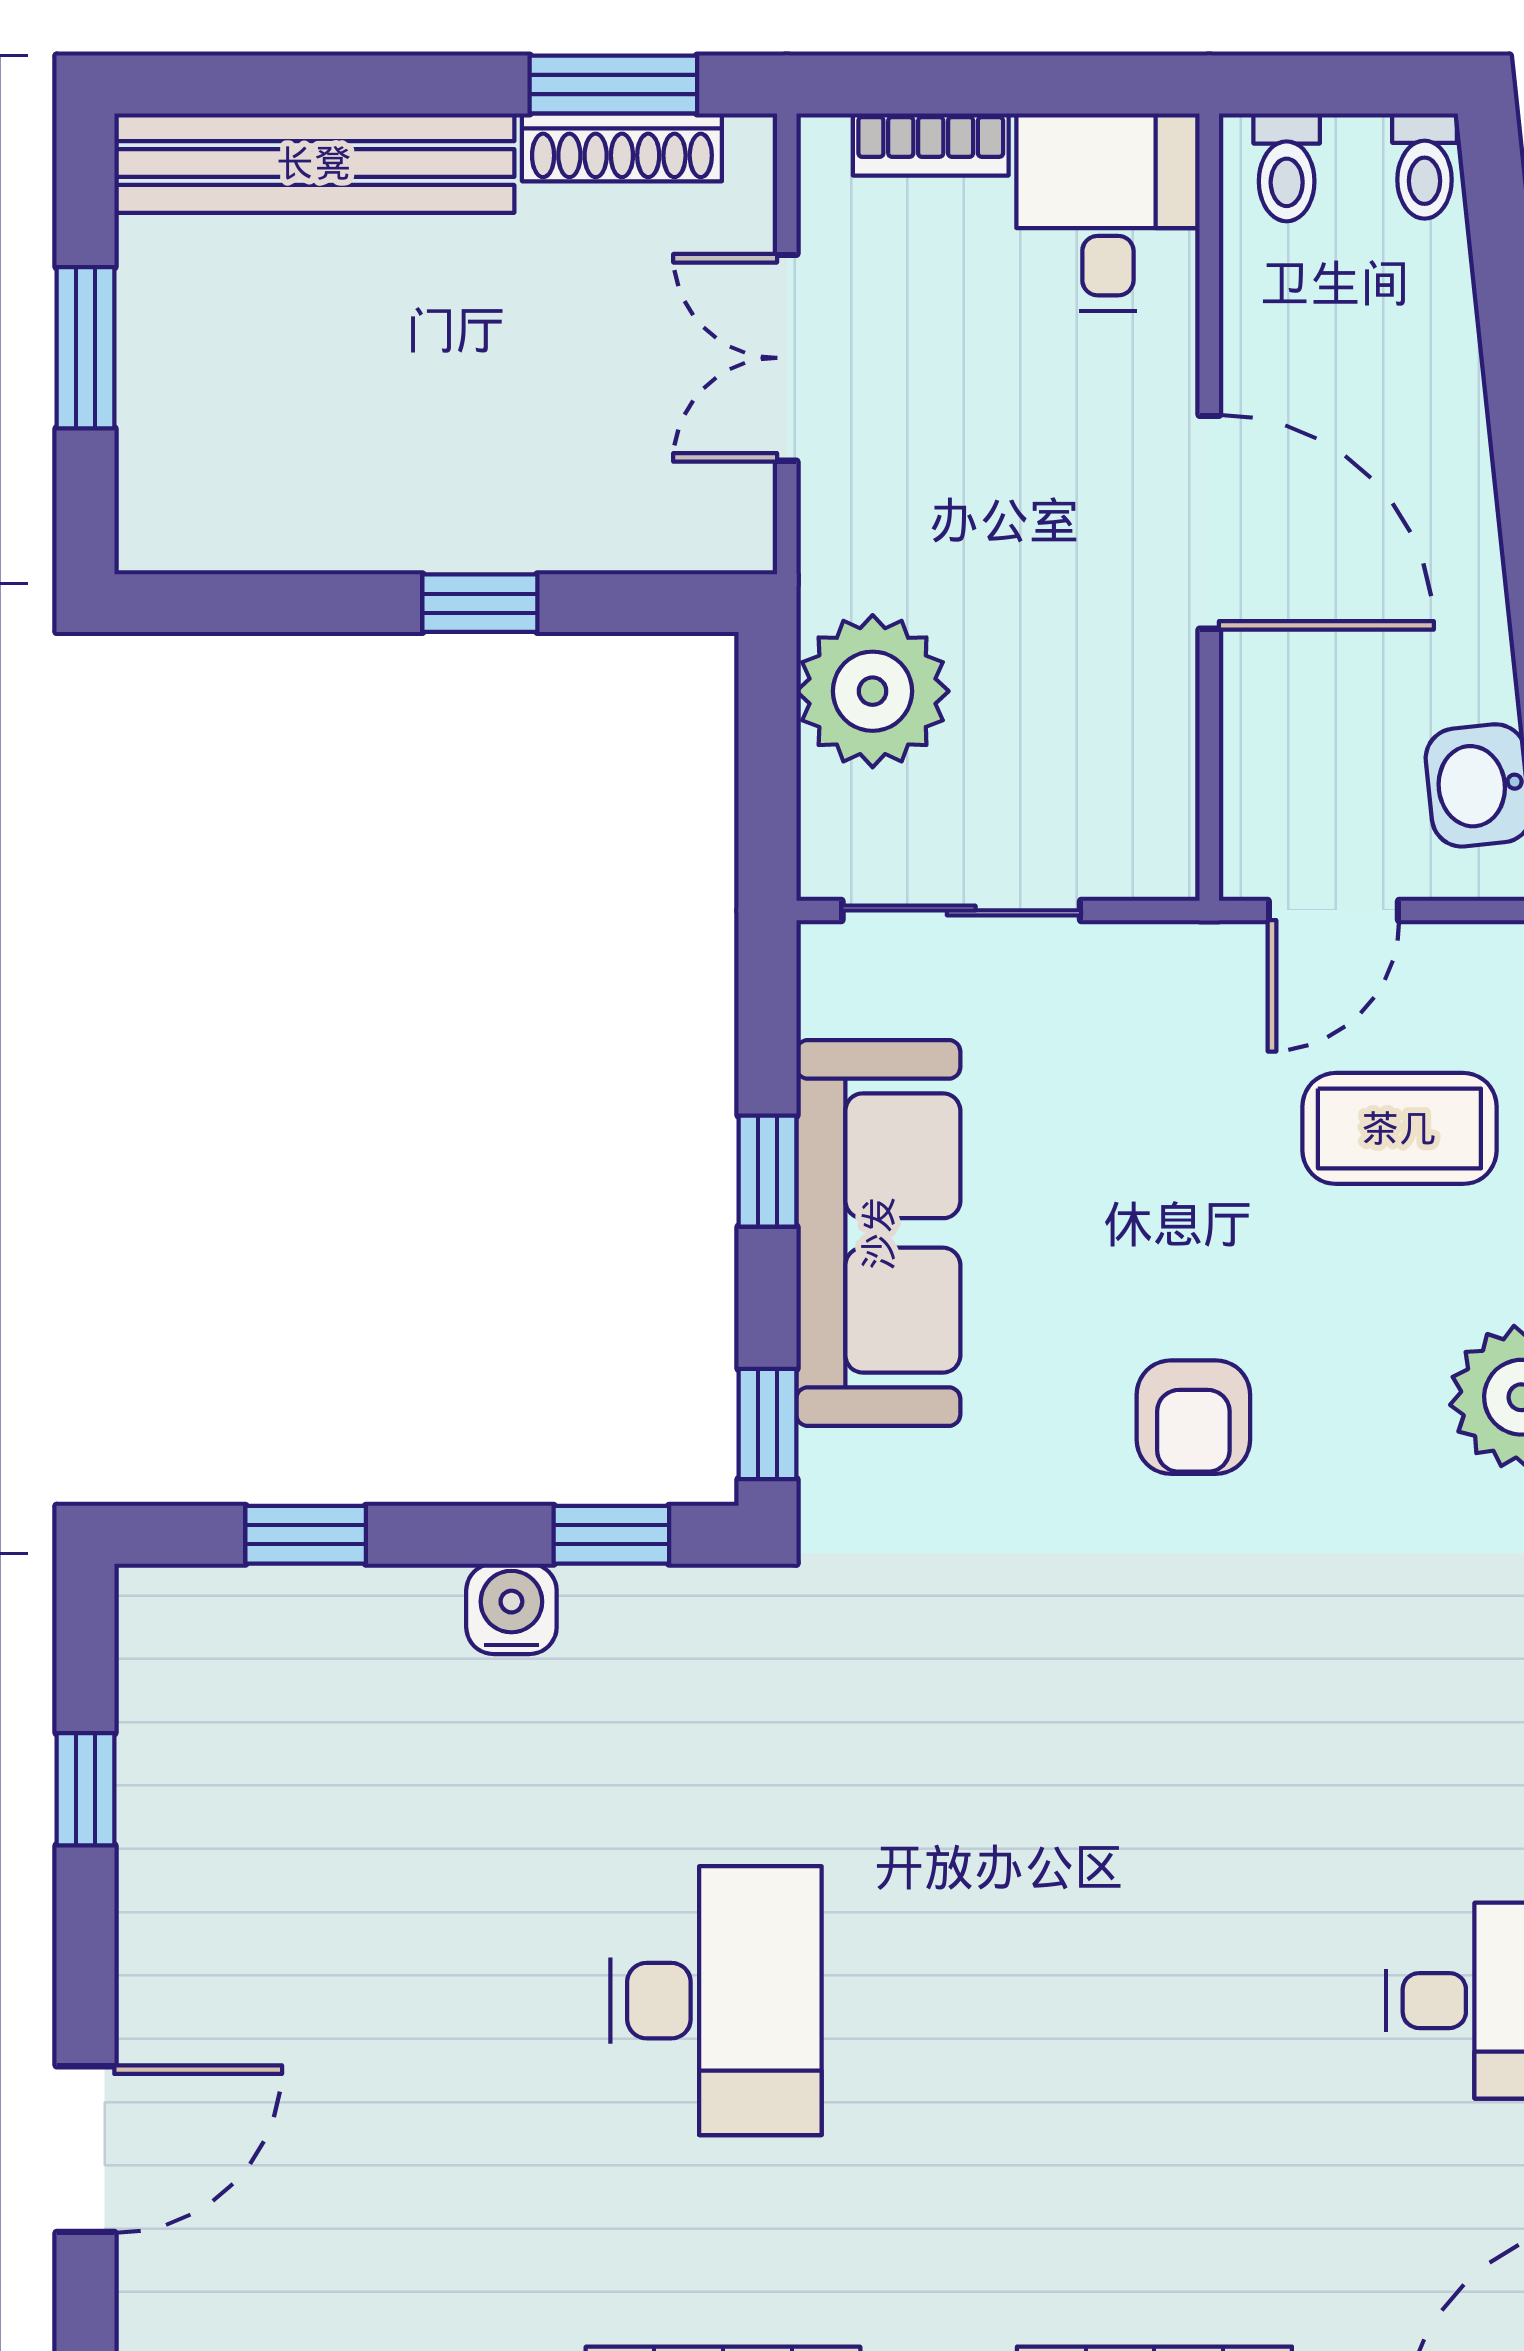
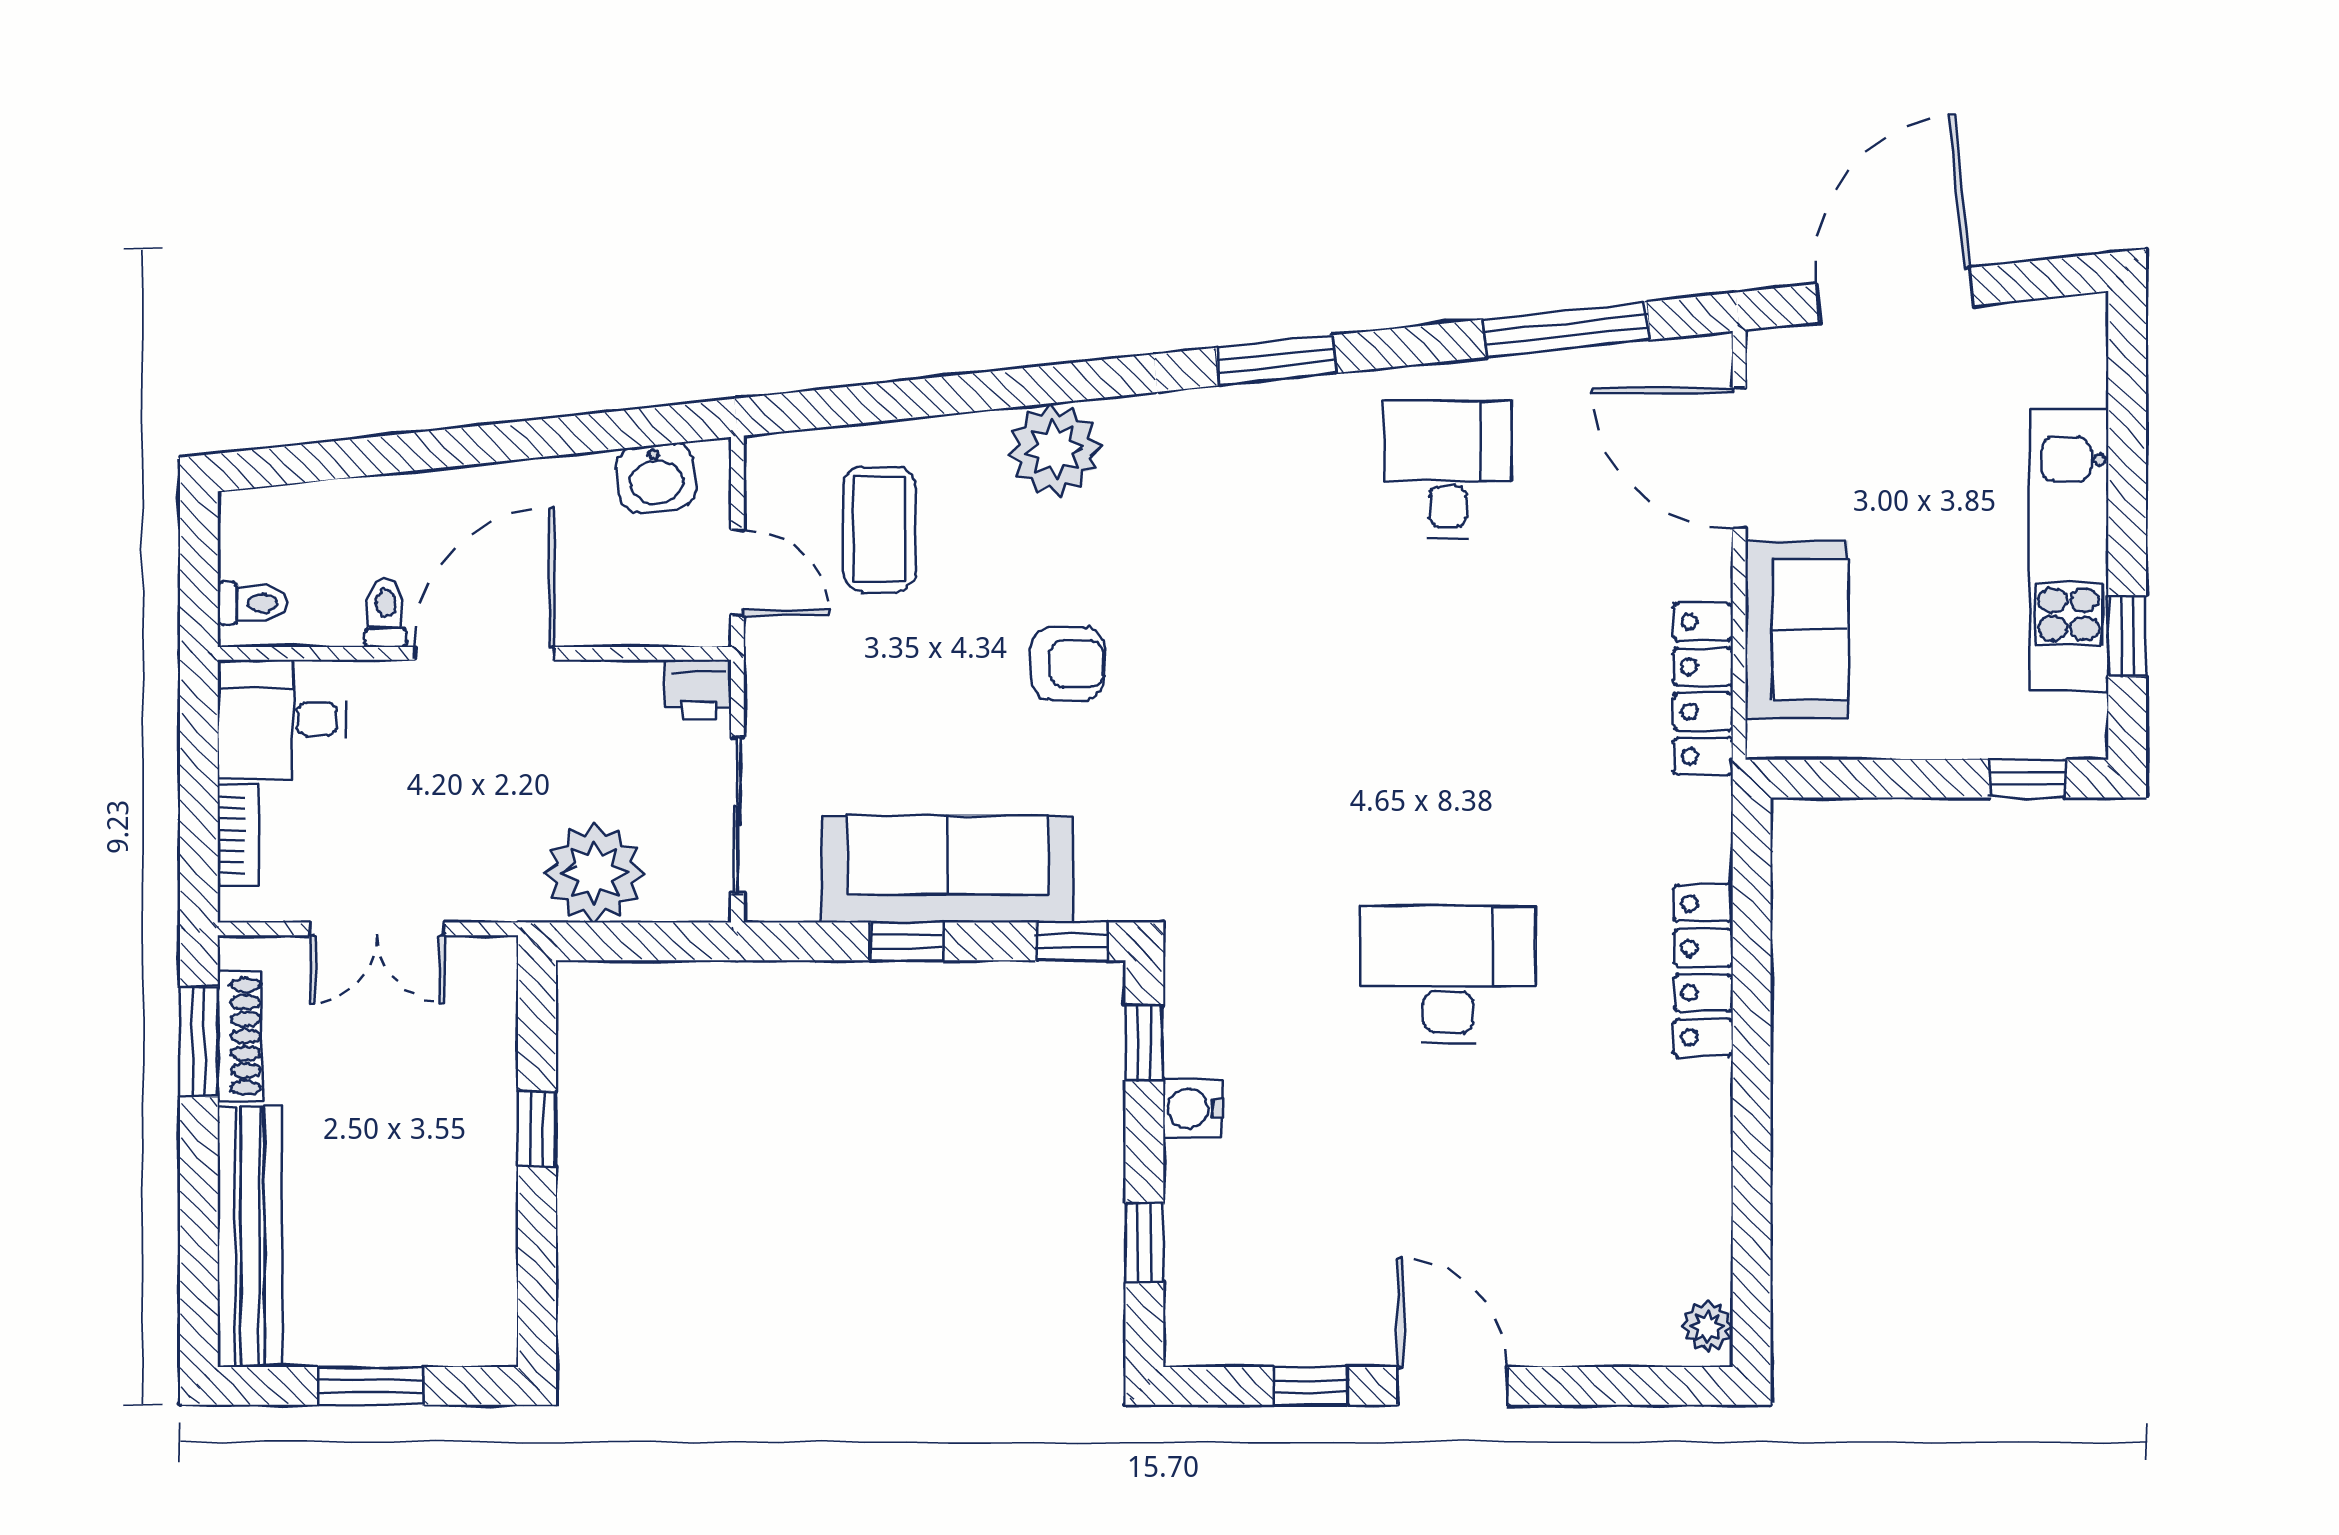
toilet: (1425, 166) -> (386, 613), moved, turned -90
printer: (1154, 851) -> (698, 689), added
door: (86, 2149) -> (1452, 1386), moved

